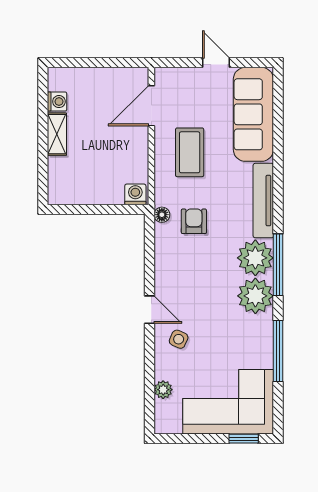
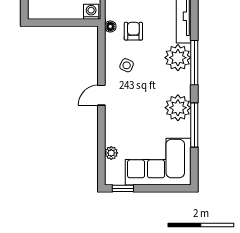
plant: (255, 296) -> (178, 108), moved
door: (150, 310) -> (101, 95), swing flipped
side table: (179, 339) -> (127, 65), moved
window: (244, 439) -> (123, 188), moved

